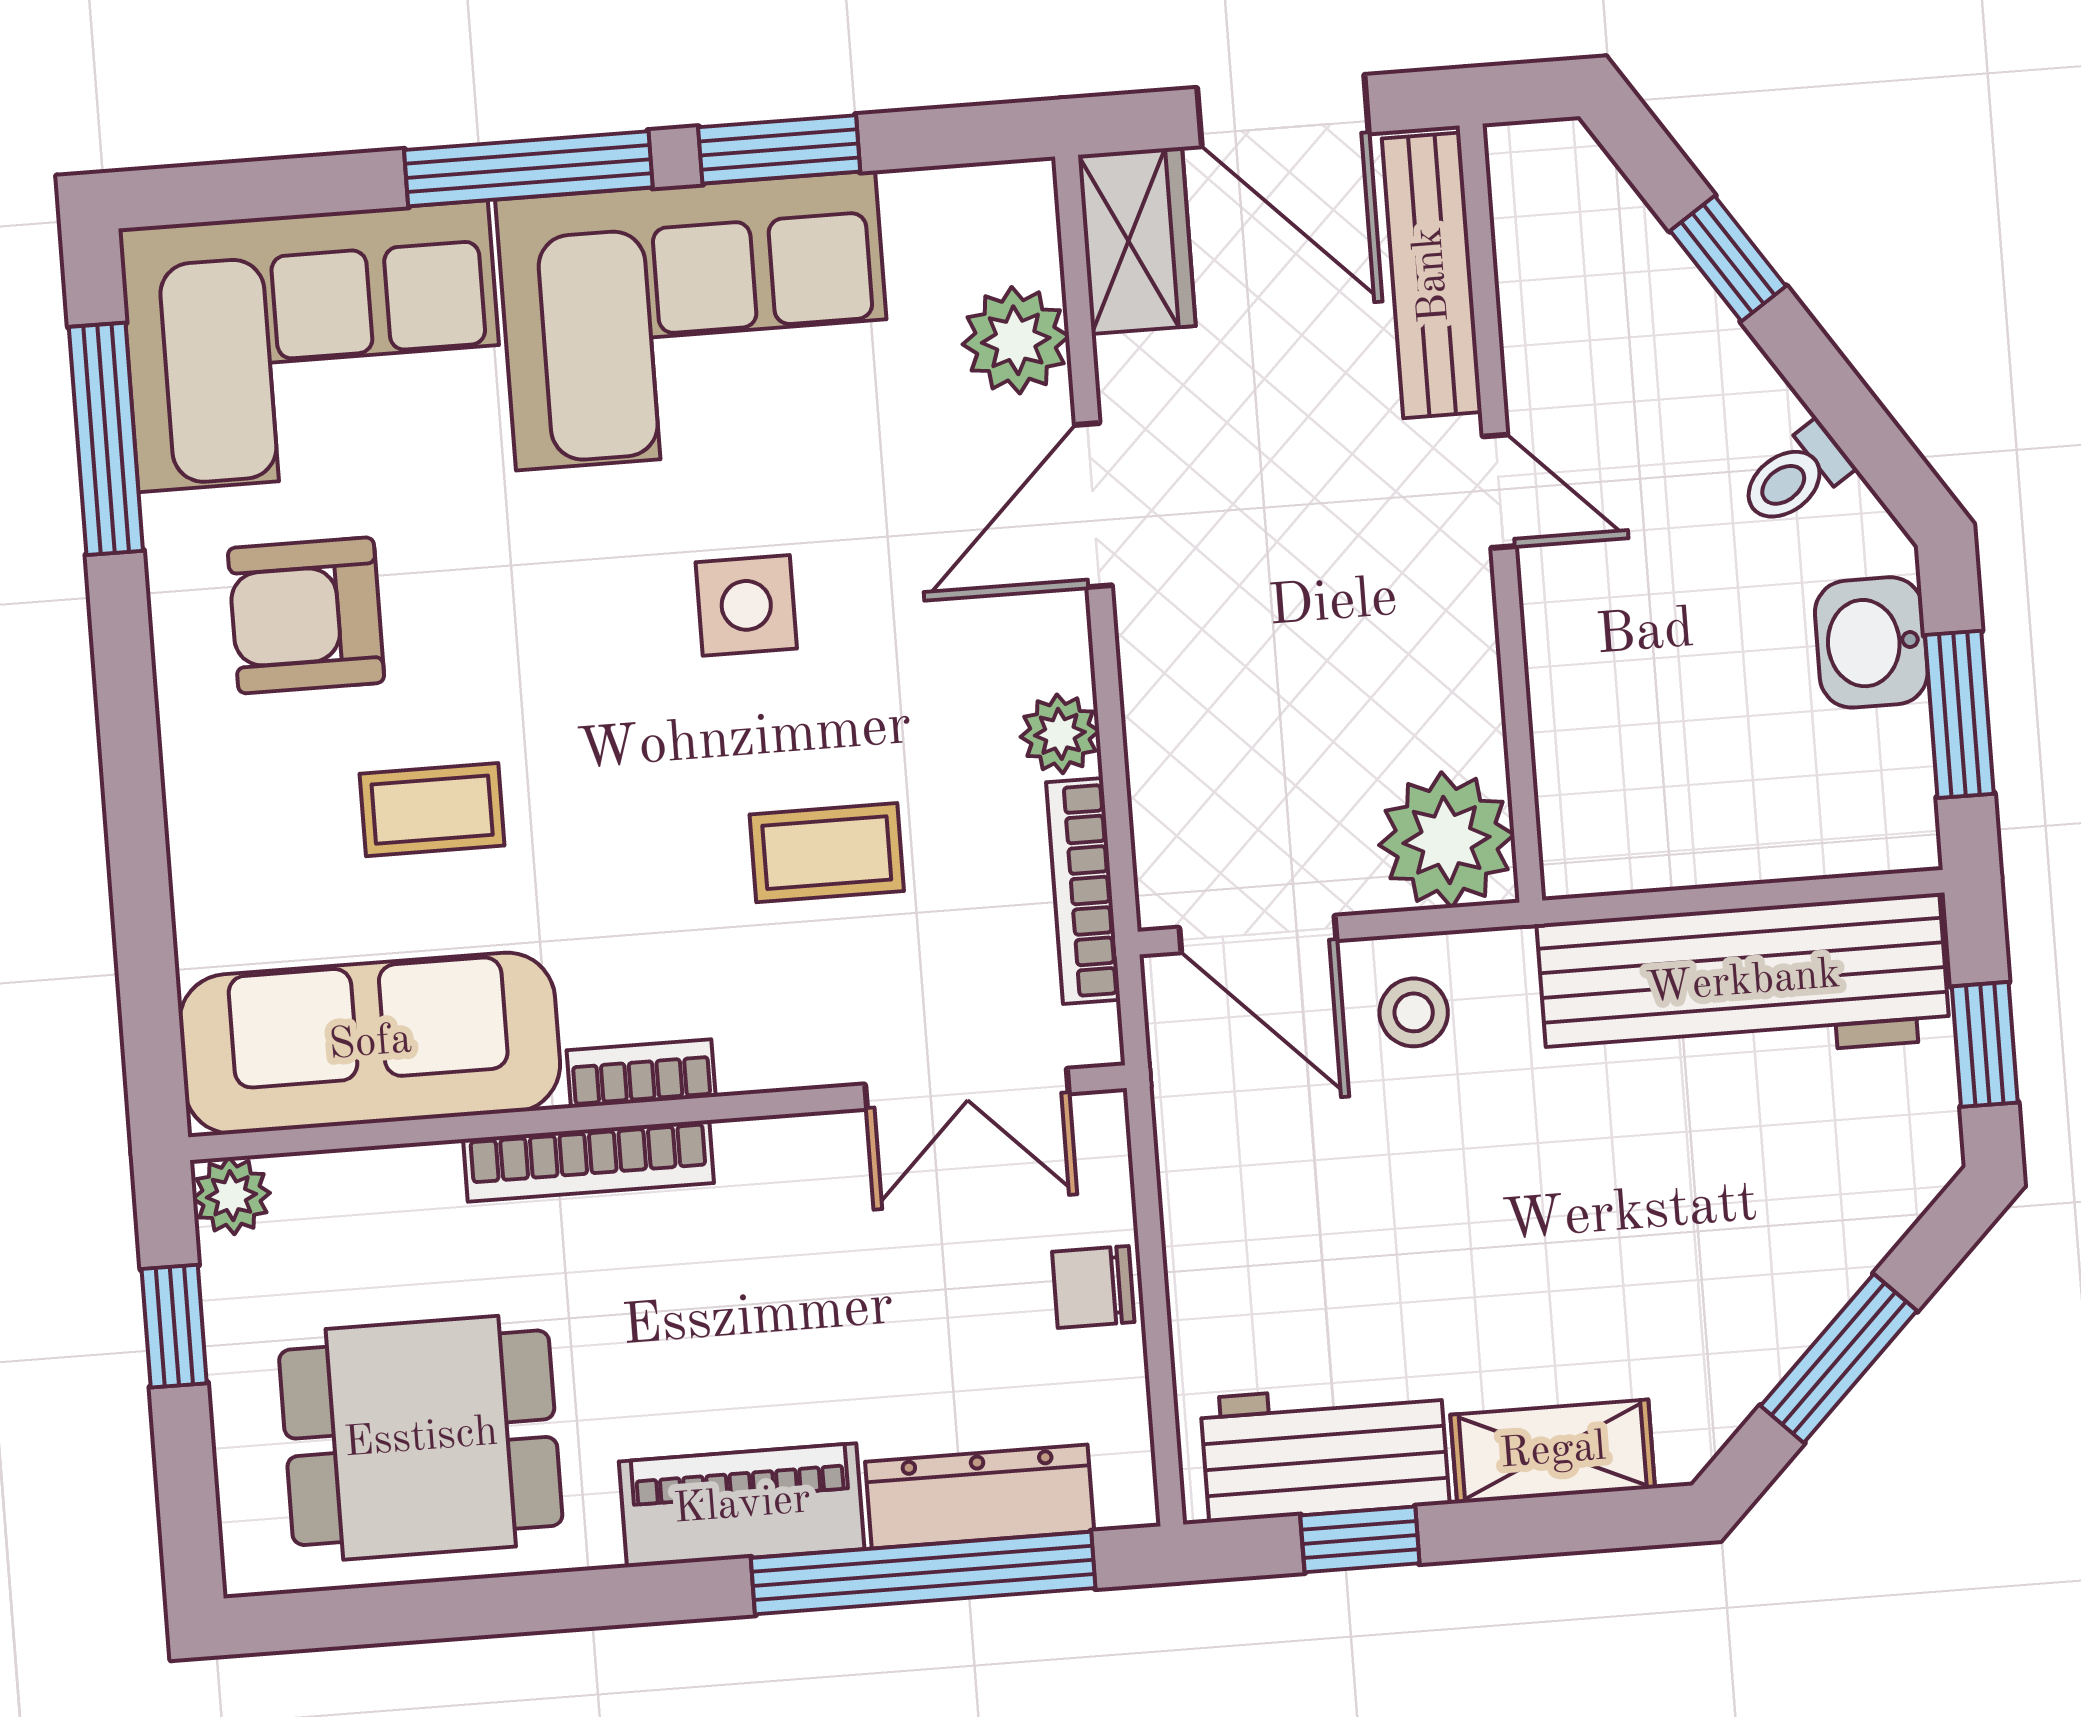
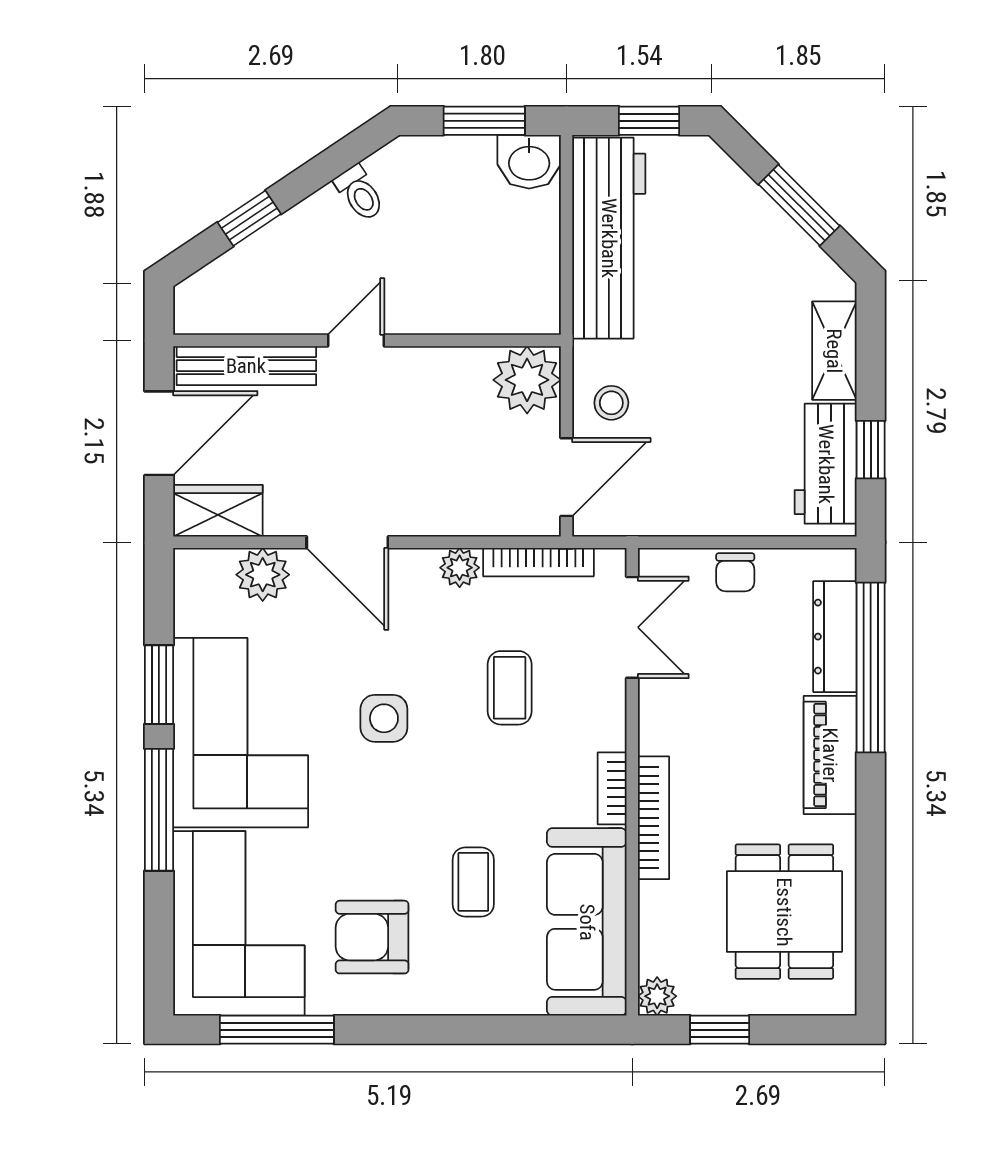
armchair: (306, 615) -> (372, 937), turned 90
washbasin: (1871, 642) -> (529, 162), moved

